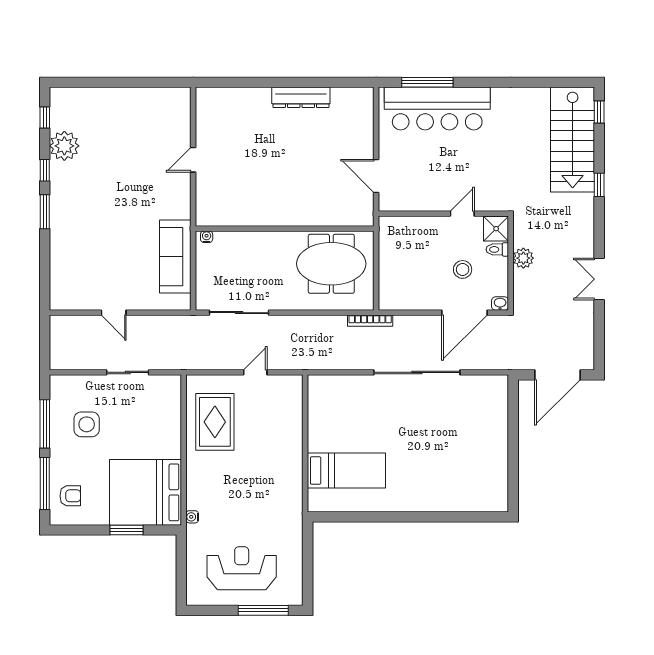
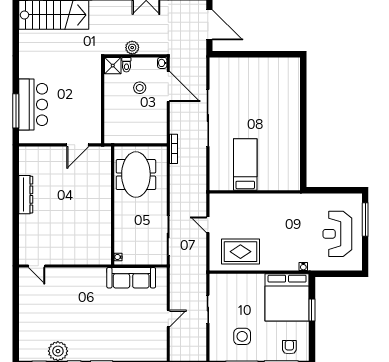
bar counter: (437, 108) -> (33, 104), width x0.73
door: (193, 160) -> (37, 266), moved
door: (462, 214) -> (103, 88), removed
bed: (346, 470) -> (245, 165), moved

